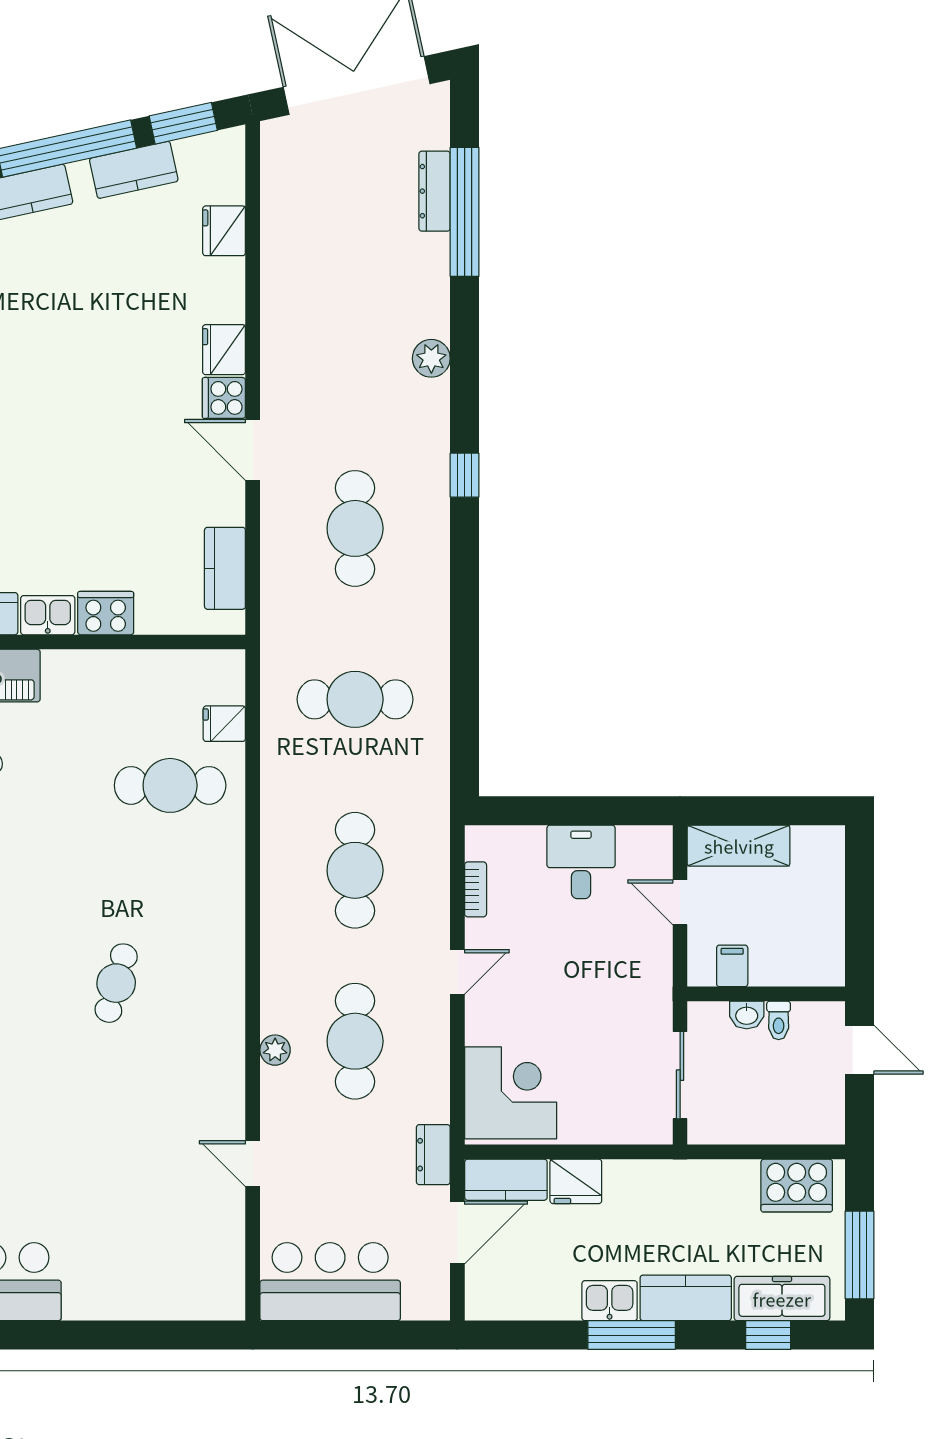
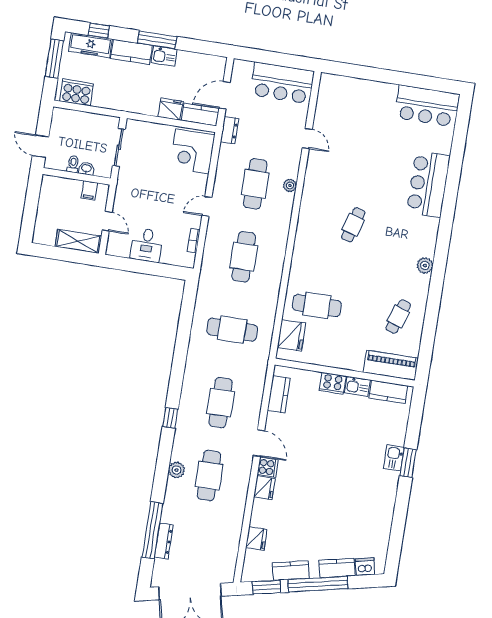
cafe table: (355, 358) -> (209, 476), added
fridge: (224, 724) -> (291, 335), width x1.88, depth x1.34

